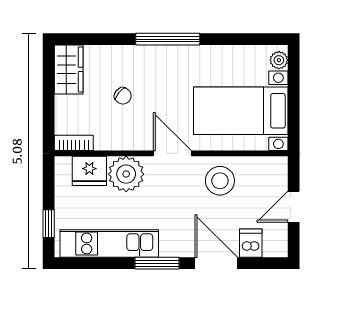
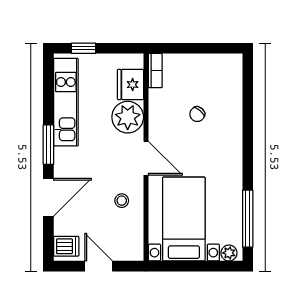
window: (168, 39) -> (248, 219), moved
wardrobe: (69, 69) -> (221, 66), removed
door: (172, 153) -> (146, 158), hinge flipped
stool: (220, 181) -> (122, 201), width x0.53, depth x0.53
dishwasher: (251, 243) -> (66, 246), moved

